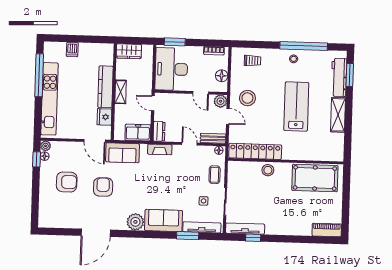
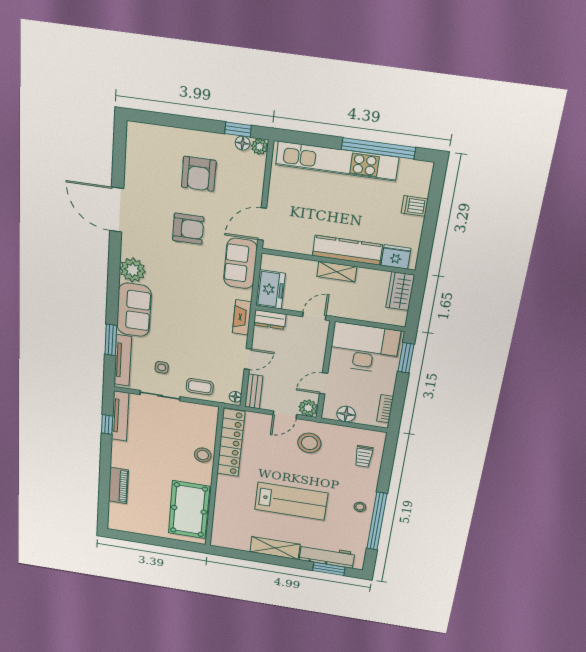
fridge: (104, 117) -> (396, 257), moved
piano: (327, 230) -> (118, 485), moved

